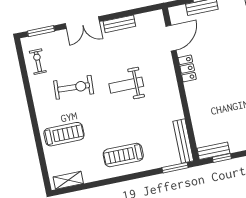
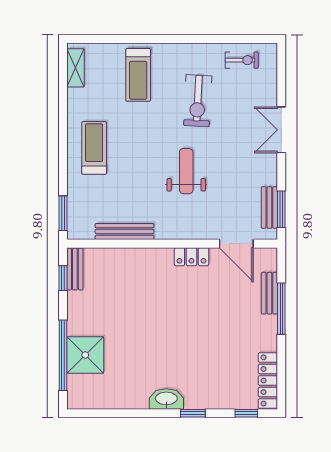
bench: (119, 24) -> (269, 208), moved
window: (41, 31) -> (281, 209), moved
bench: (183, 141) -> (125, 232), moved

